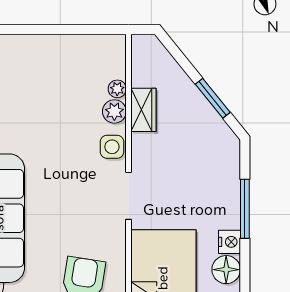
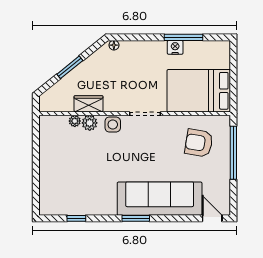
window: (213, 98) -> (70, 67), moved
window: (245, 209) -> (184, 37), moved
floor lamp: (226, 270) -> (114, 45), moved, width x0.53, depth x0.53

